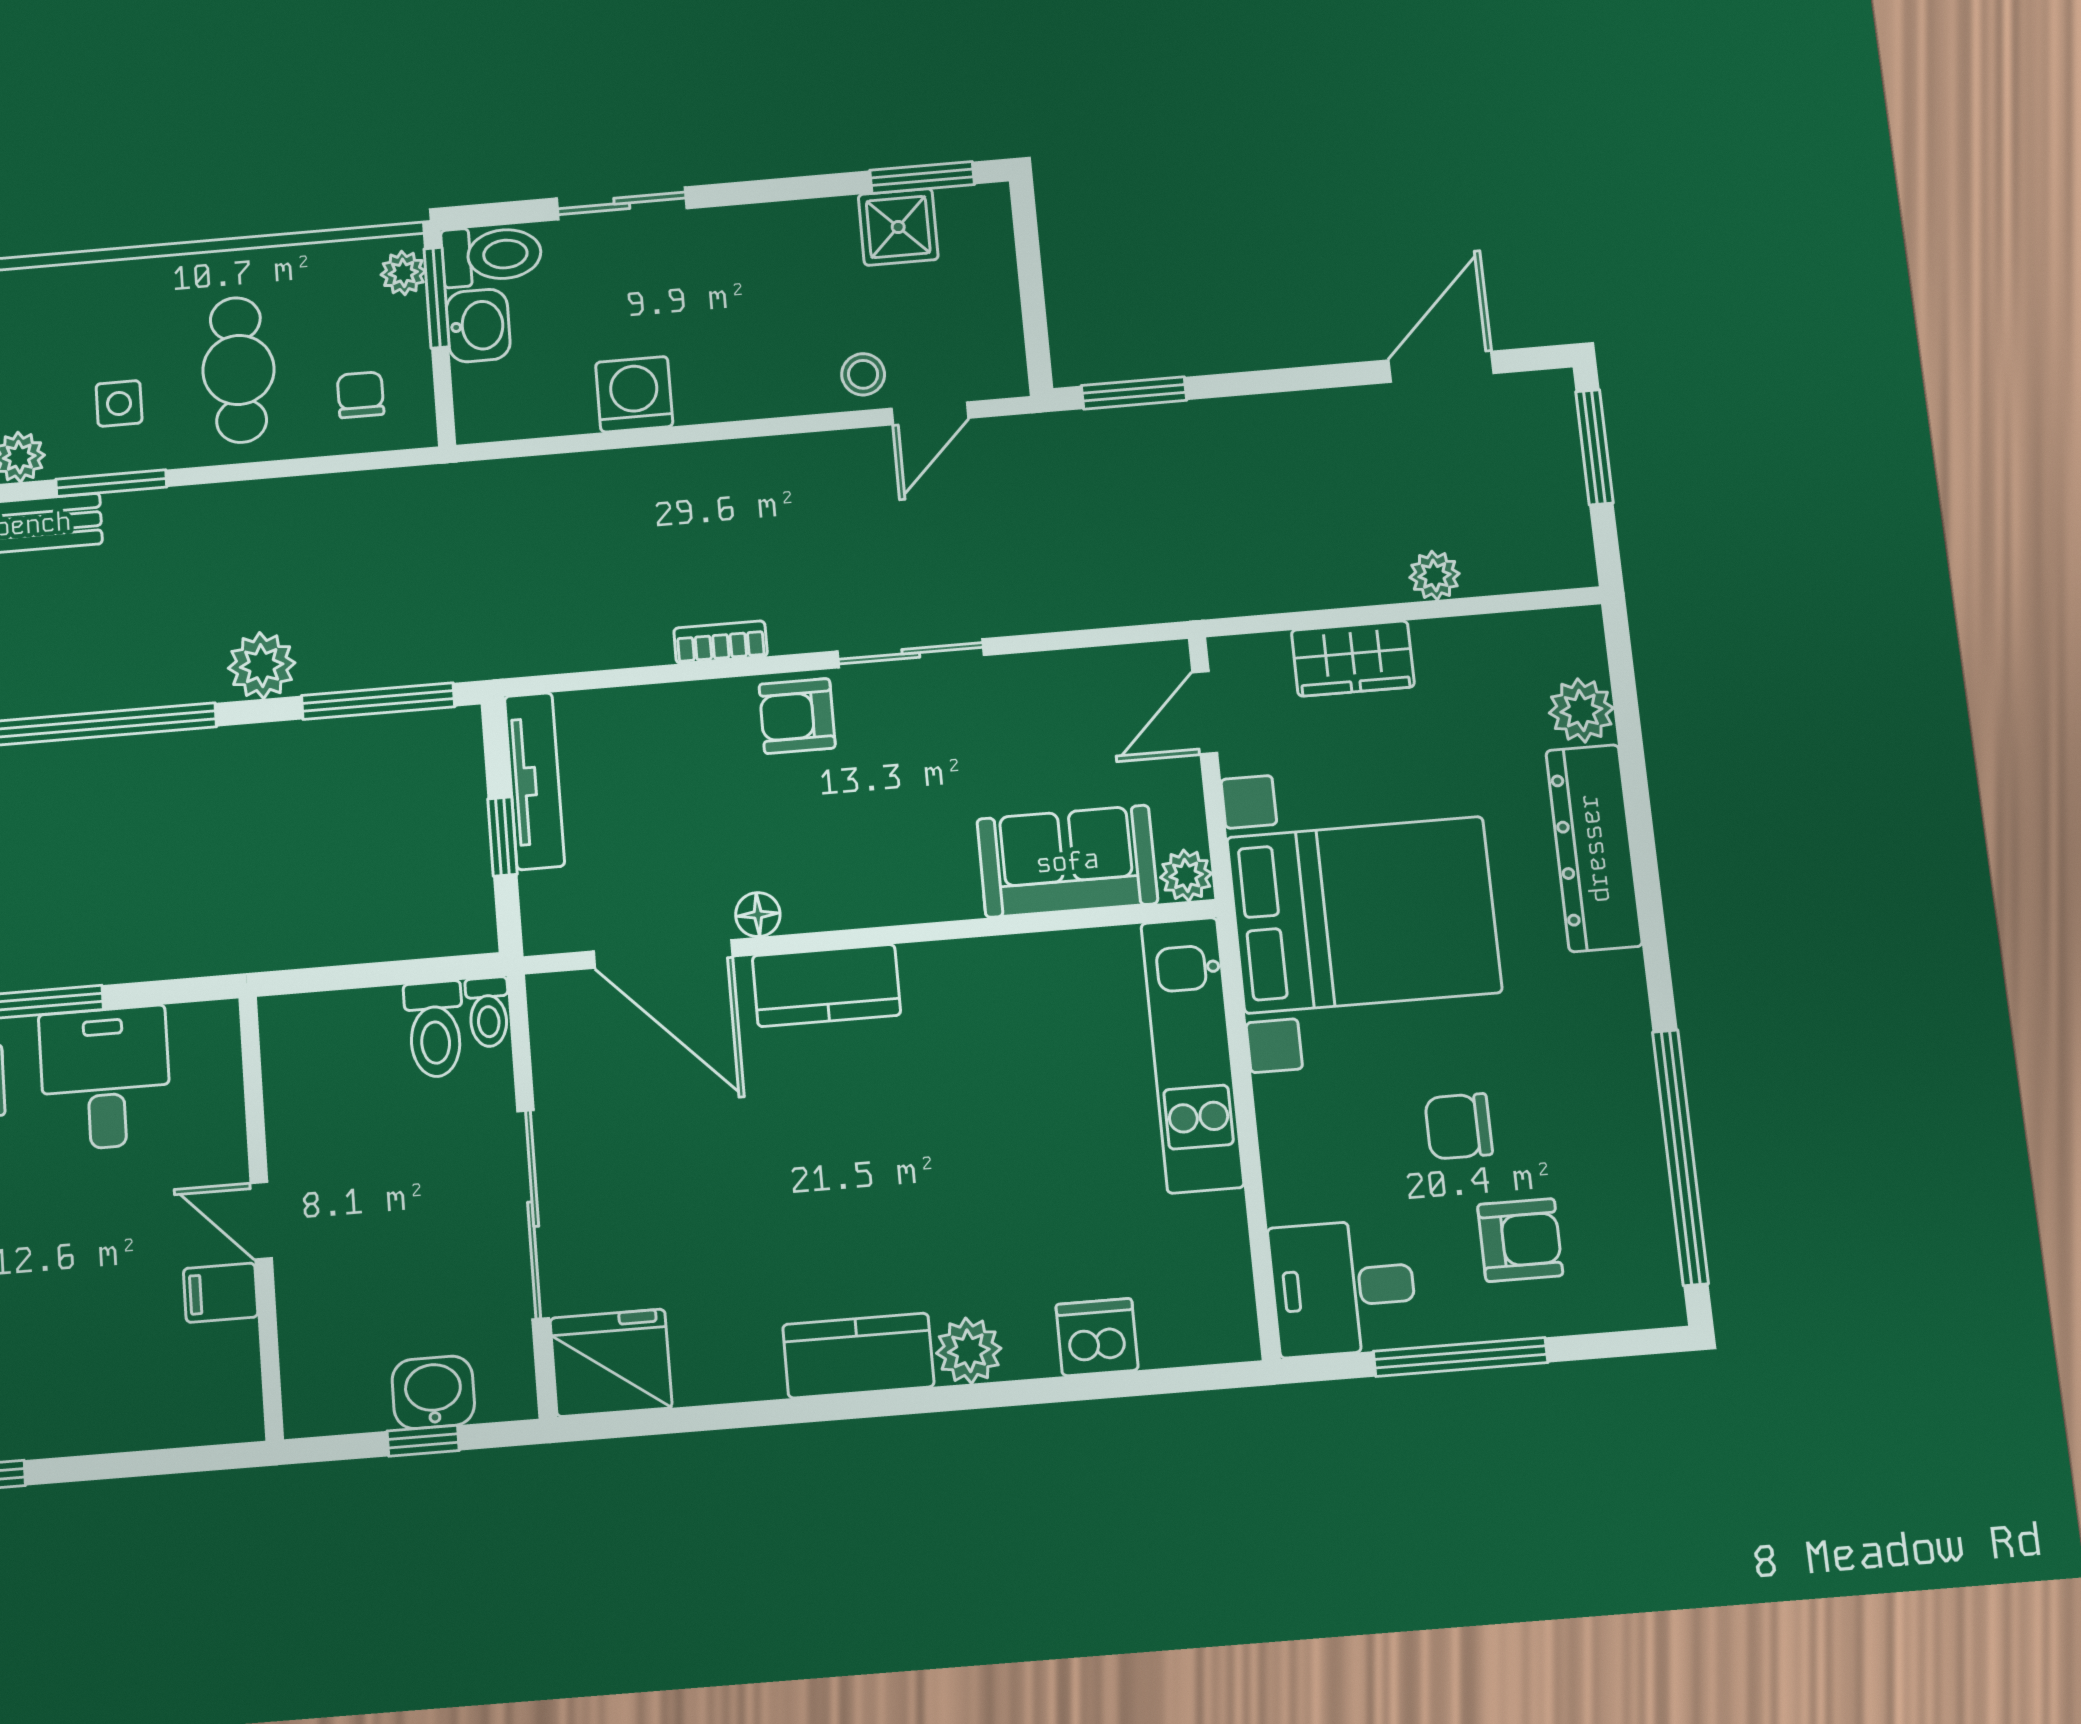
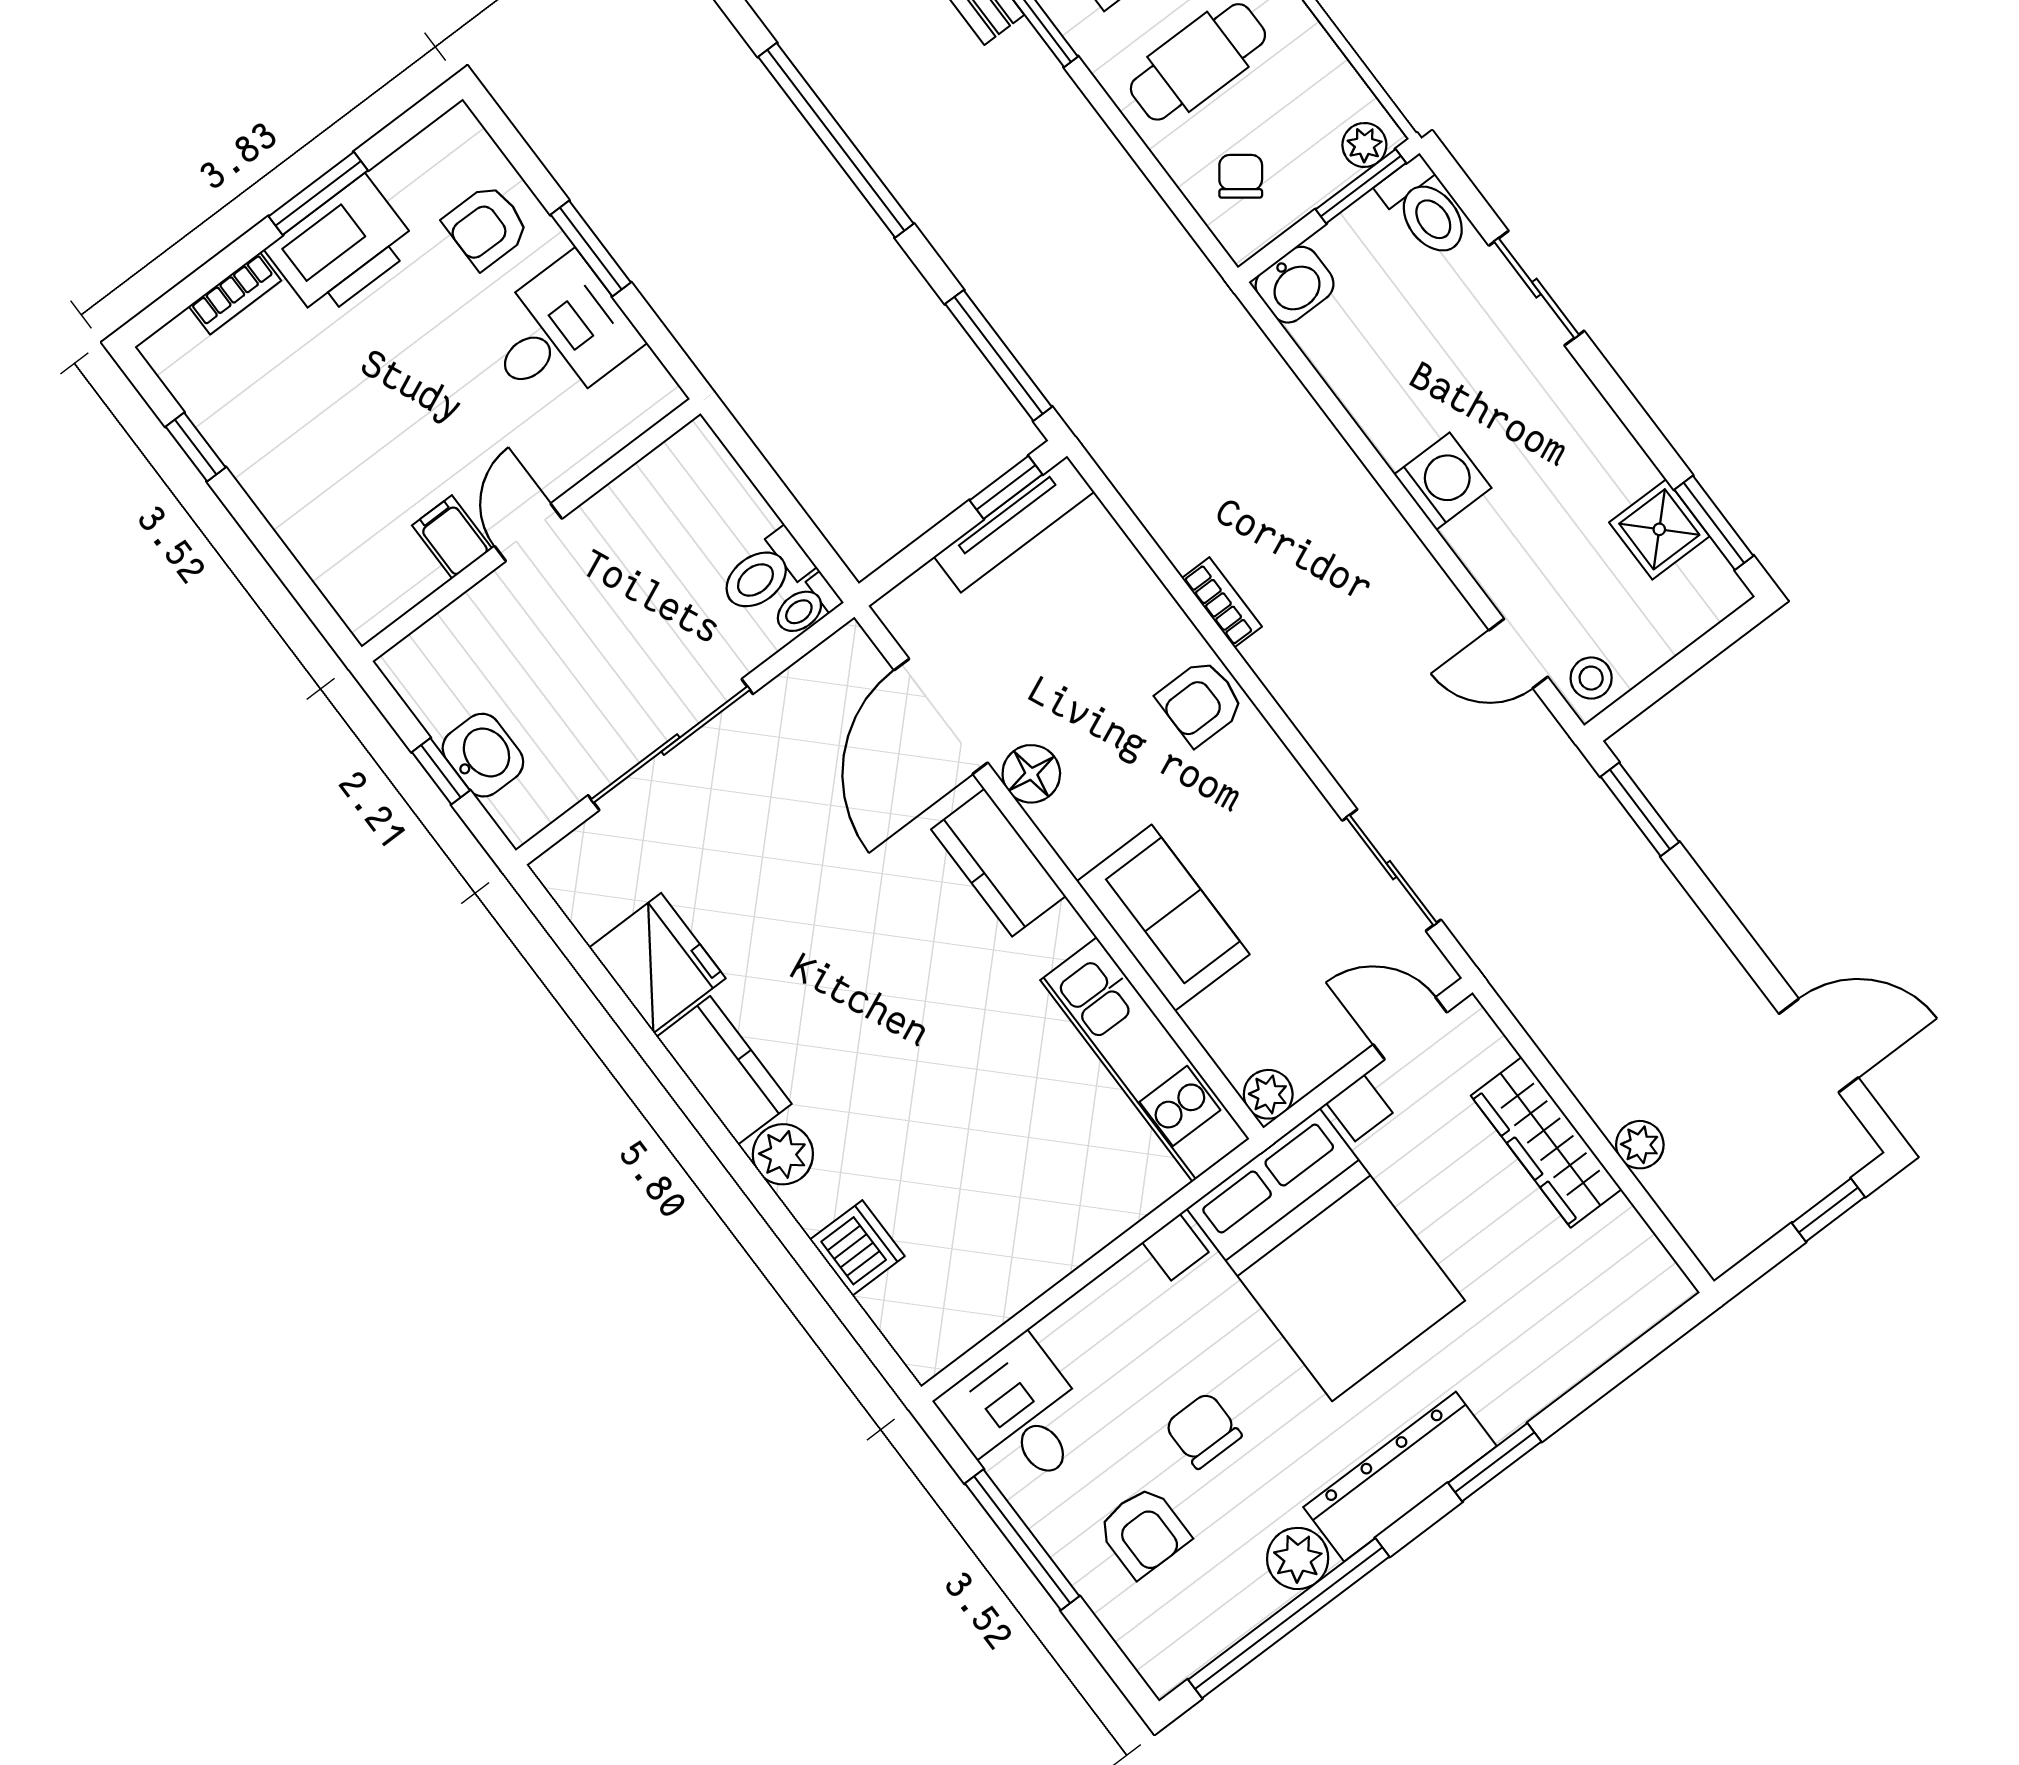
washbasin: (478, 326) -> (1295, 285), moved
stool: (863, 374) -> (1591, 678), moved
washing machine: (634, 394) -> (1443, 481), moved
chair: (361, 395) -> (1241, 176), turned -53
window: (1594, 447) -> (1828, 1210), width x0.67
sliding door: (911, 653) -> (1392, 870), moved
wardrobe: (1353, 659) -> (1546, 1142), width x1.50
plant: (262, 666) -> (968, 242), removed
plant: (1581, 710) -> (1298, 1558), moved
armchair: (797, 716) -> (1201, 702), turned -90
window: (503, 836) -> (1006, 487), moved
dresser: (1594, 848) -> (1400, 1477), moved
sofa: (1067, 861) -> (1163, 918), moved
window: (1647, 881) -> (1495, 1462), added
floor lamp: (758, 915) -> (1031, 774), width x1.37, depth x1.37
kitchen unit: (1192, 1055) -> (1145, 1060), moved, turned -90
fridge: (611, 1363) -> (657, 963), moved

